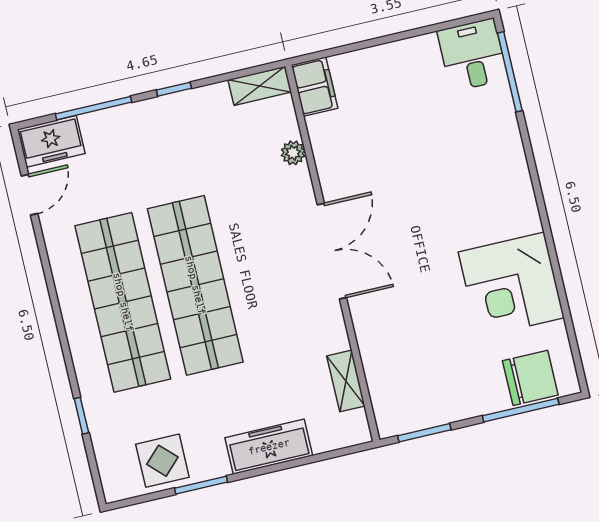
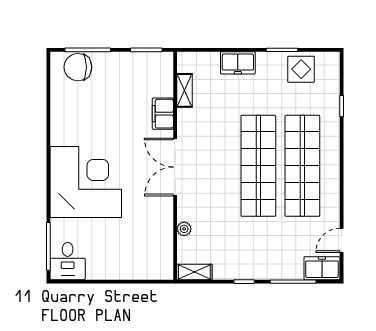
filing cabinet: (315, 87) -> (163, 114), moved
corner desk: (511, 285) -> (86, 182), moved, width x1.36, depth x1.36
freezer: (269, 447) -> (238, 63), width x0.71

